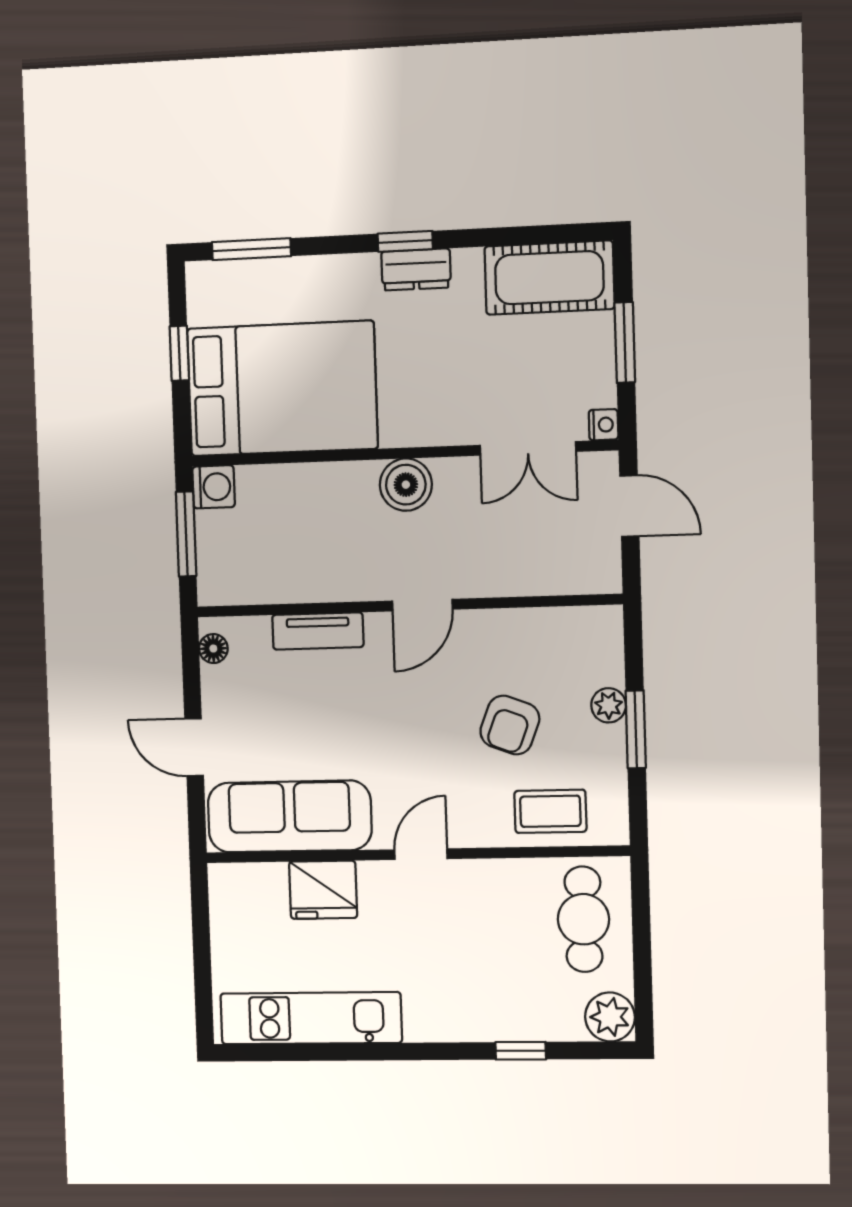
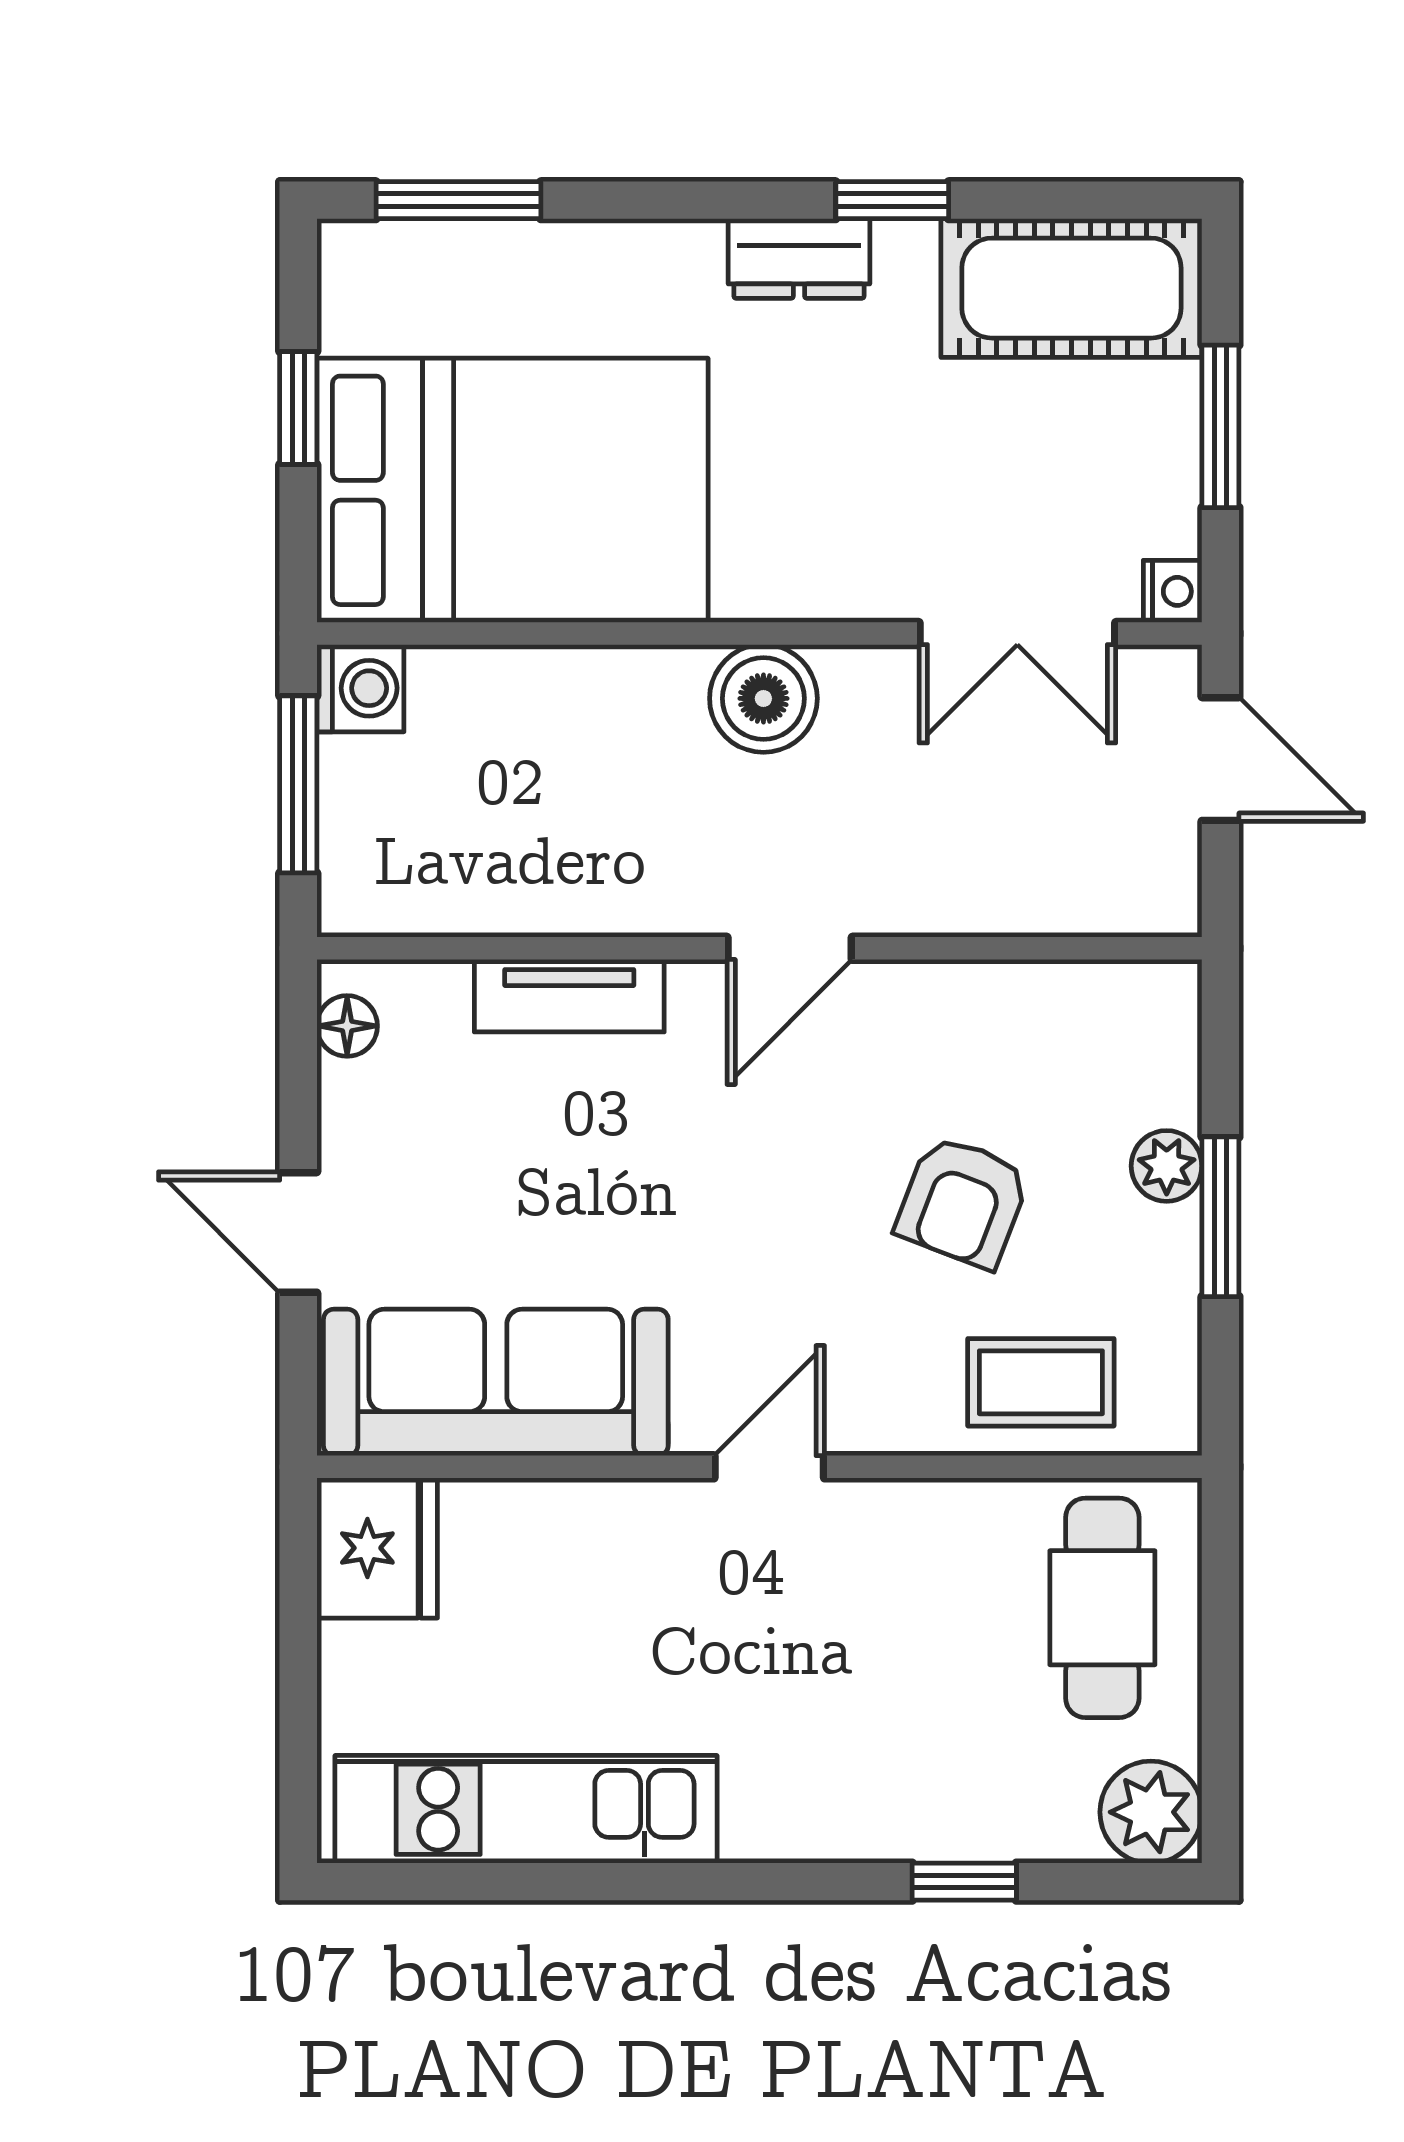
window: (405, 241) -> (892, 200), moved
fridge: (323, 890) -> (377, 1548), moved, turned -90

